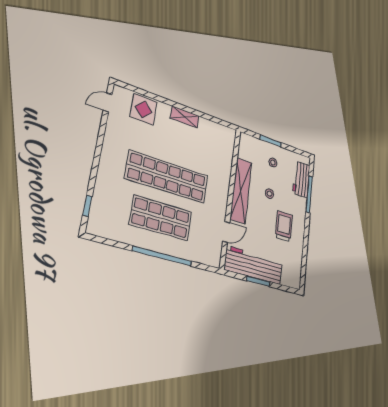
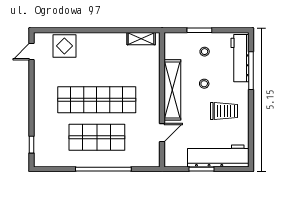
shelving: (185, 117) -> (141, 39), moved
workbench: (301, 179) -> (240, 58), width x1.38
trolley: (284, 226) -> (224, 111), turned 90
workbench: (254, 265) -> (218, 156), moved

